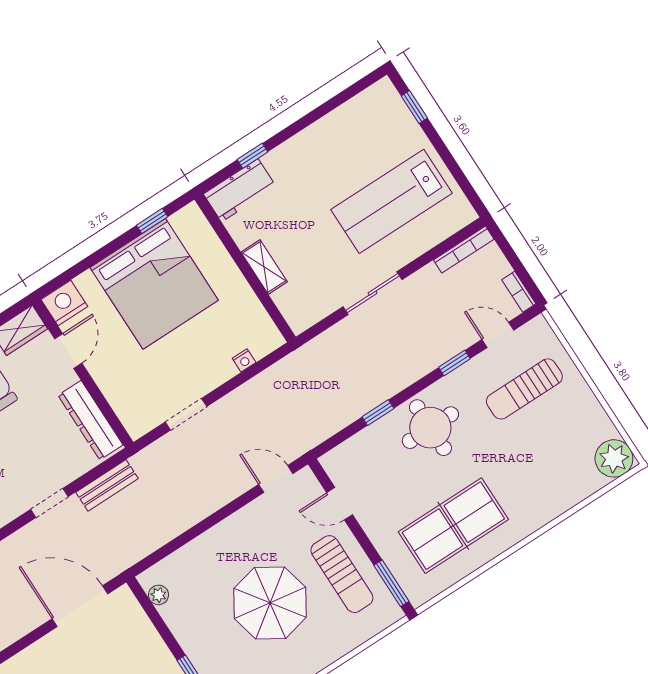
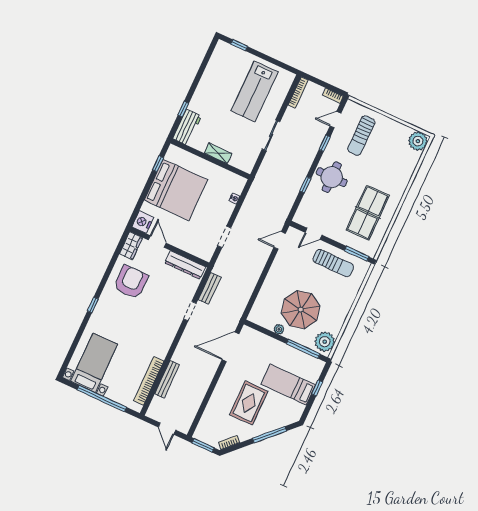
plant: (158, 595) -> (279, 329), moved
parasol: (270, 603) -> (301, 310), moved

